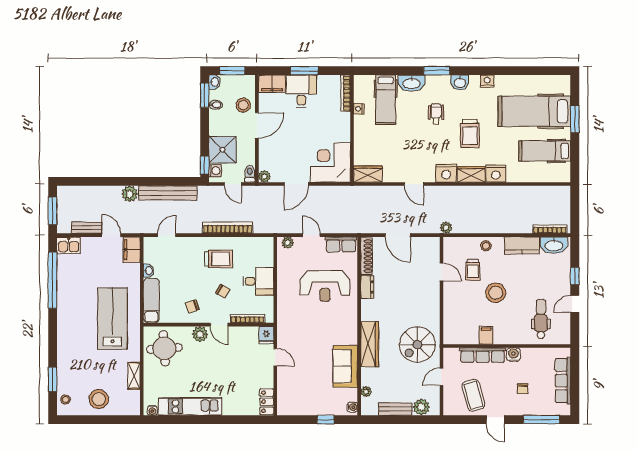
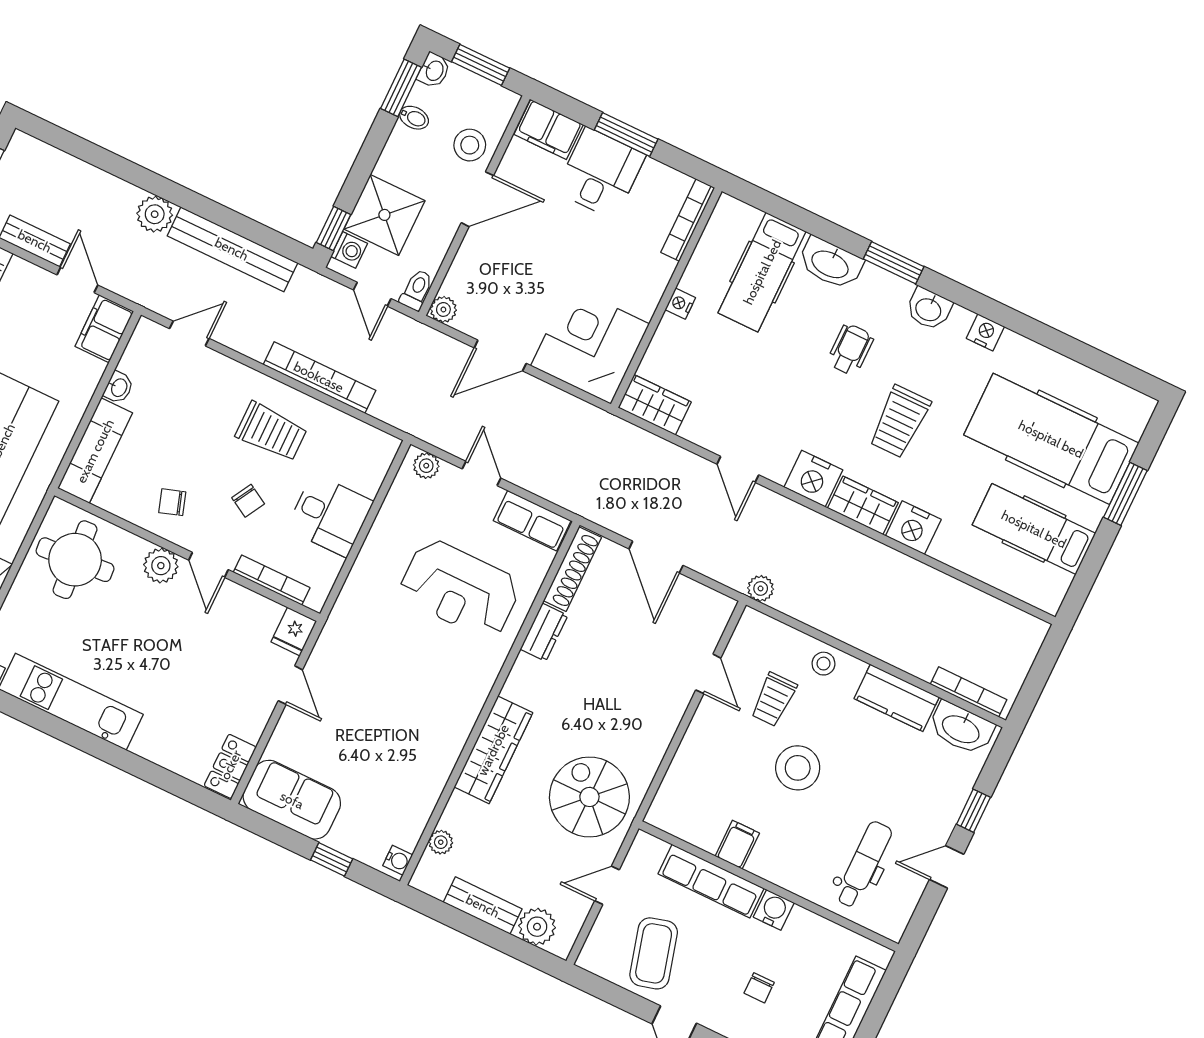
nightstand: (359, 109) -> (680, 304), moved
spiral stairs: (417, 345) -> (589, 797), turned 90
sofa: (345, 366) -> (292, 800), moved, turned 90

